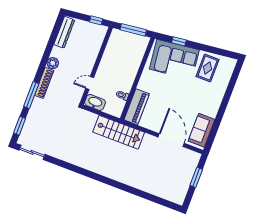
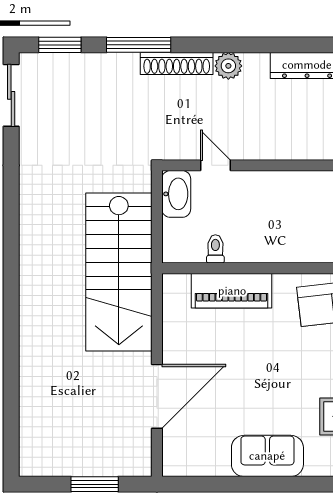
piano: (137, 107) -> (232, 291), moved
sofa: (202, 130) -> (267, 456), moved
stairs: (119, 132) -> (119, 272), width x1.36, depth x1.51

